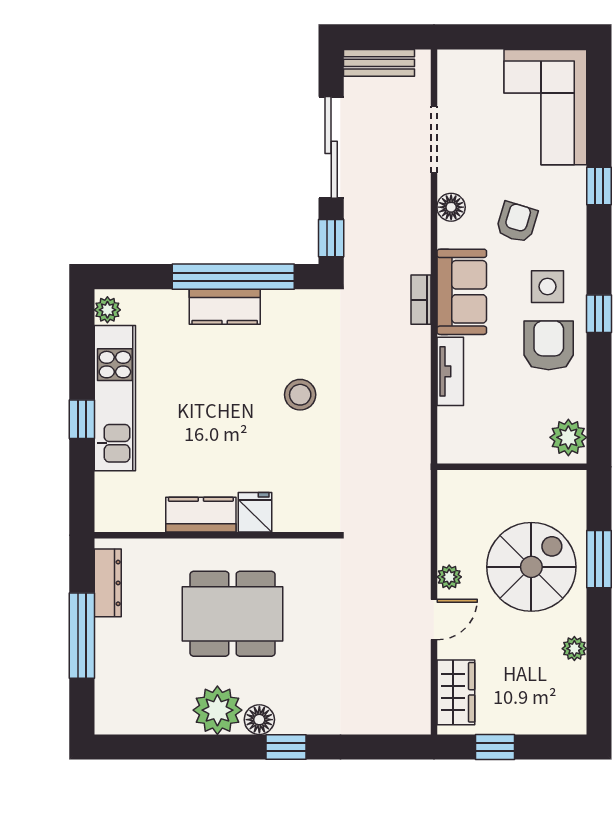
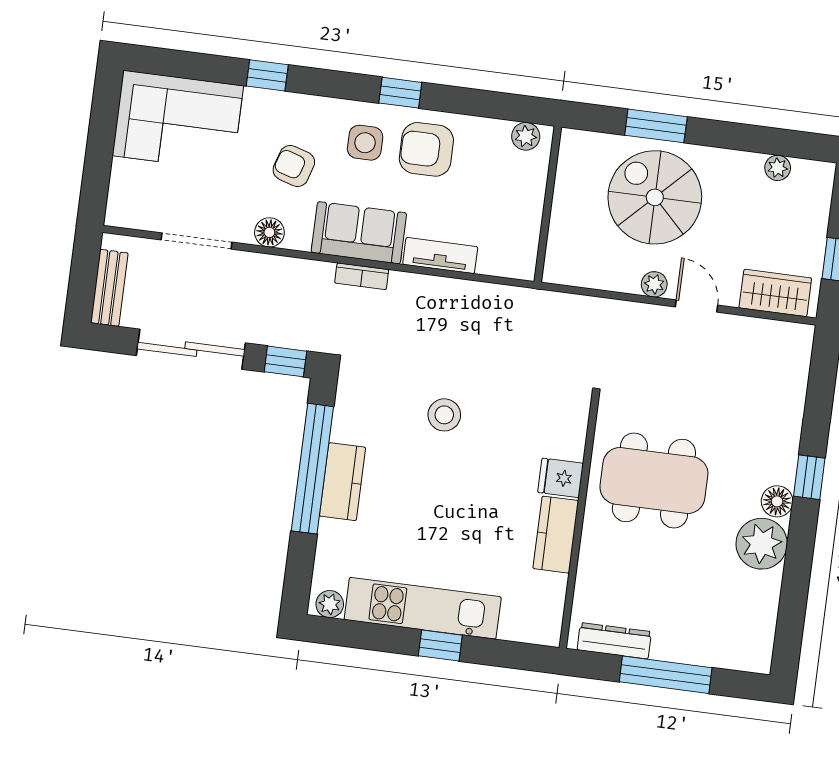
plant: (568, 437) -> (526, 136), width x0.73, depth x0.73
dining table: (233, 614) -> (654, 480), moved, turned 90
plant: (574, 649) -> (778, 168), moved

